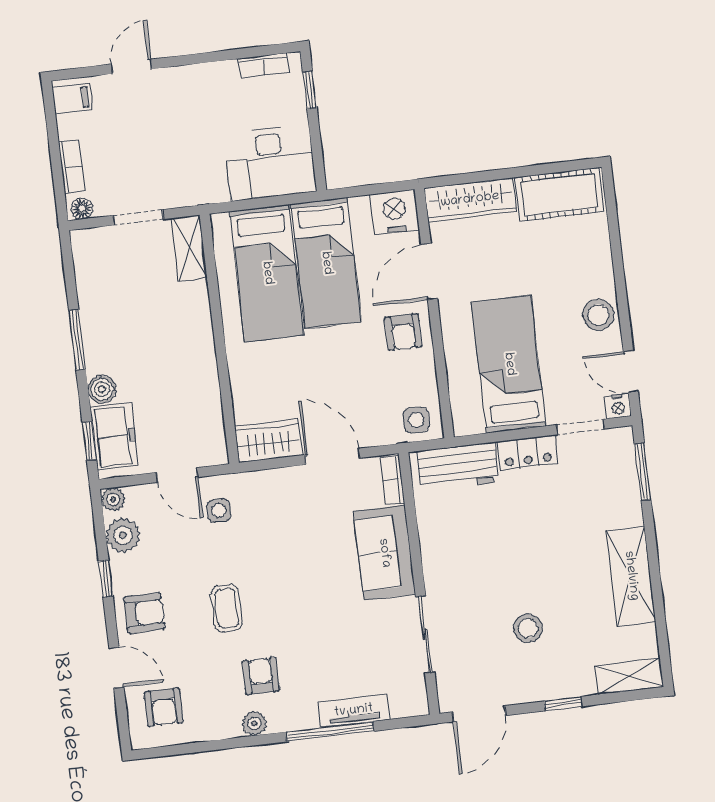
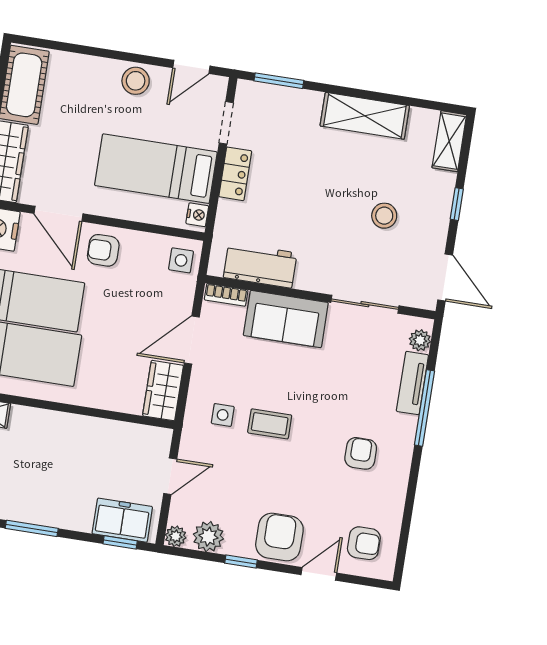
armchair: (403, 332) -> (103, 250), turned 180
boiler: (102, 389) -> (80, 519), removed
nightstand: (618, 406) -> (197, 215), moved
workbench: (458, 467) -> (260, 265), moved, turned -90
side table: (219, 510) -> (223, 415), moved
coffee table: (227, 608) -> (270, 424), moved
armchair: (144, 613) -> (279, 537), width x1.38, depth x1.38
armchair: (261, 676) -> (361, 453), turned 90
plant: (254, 723) -> (420, 340), moved

